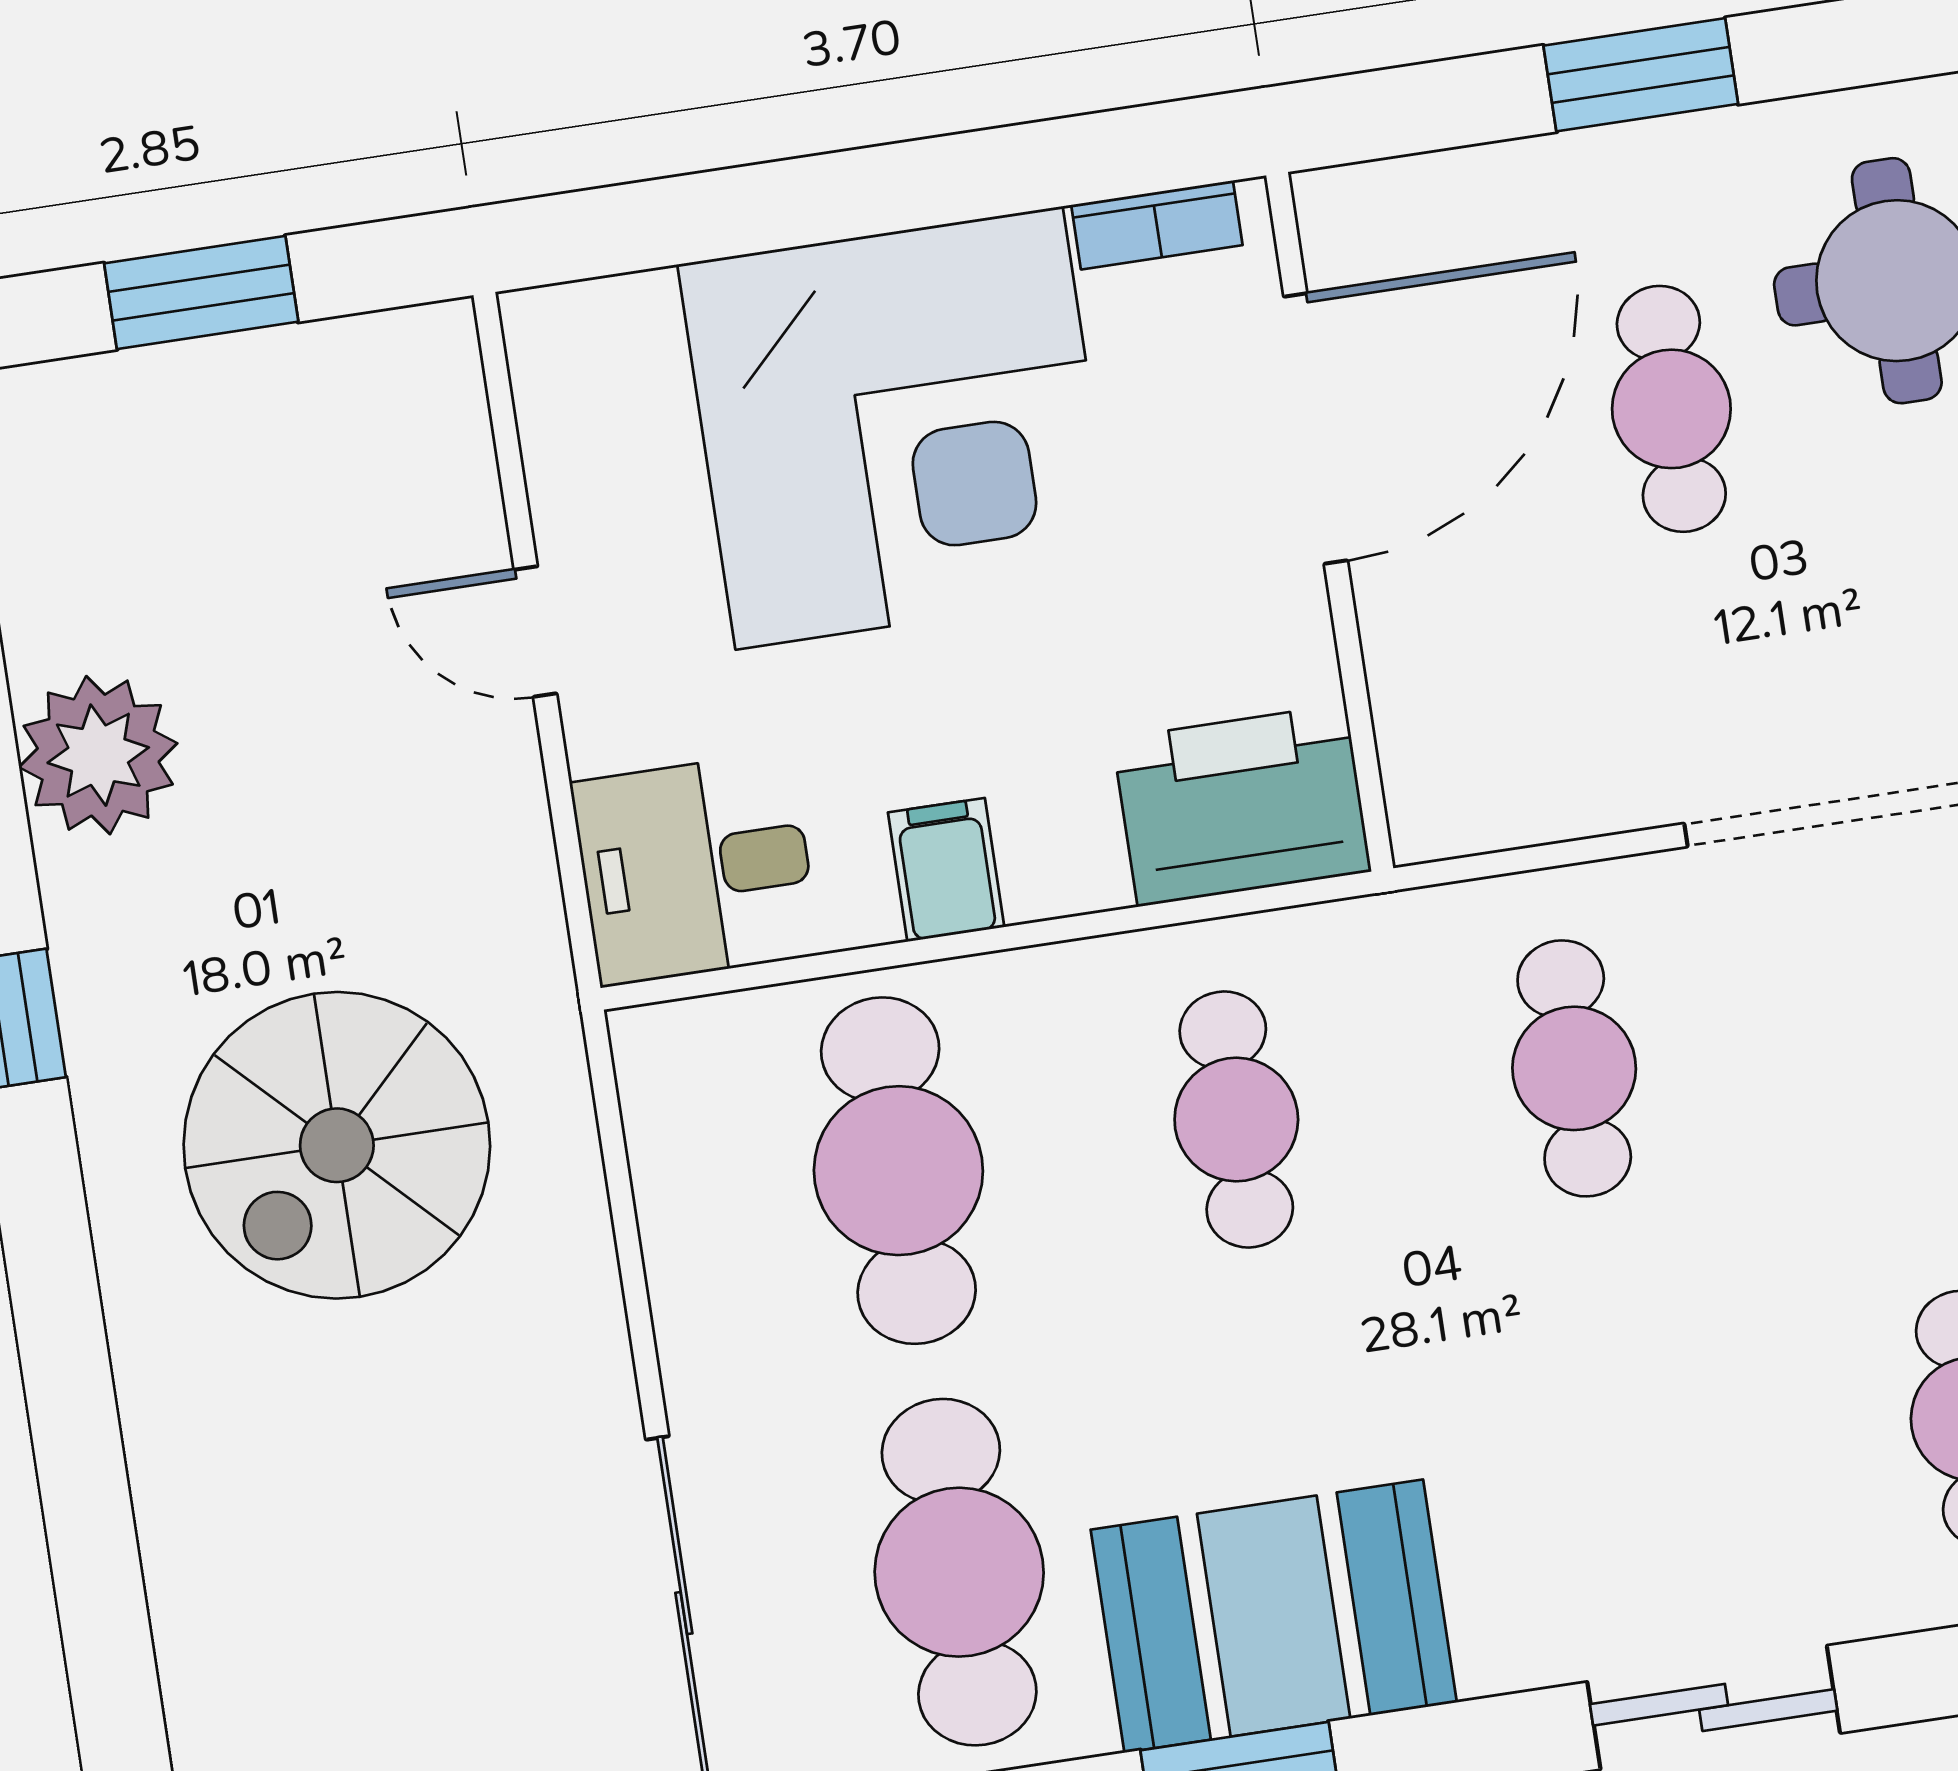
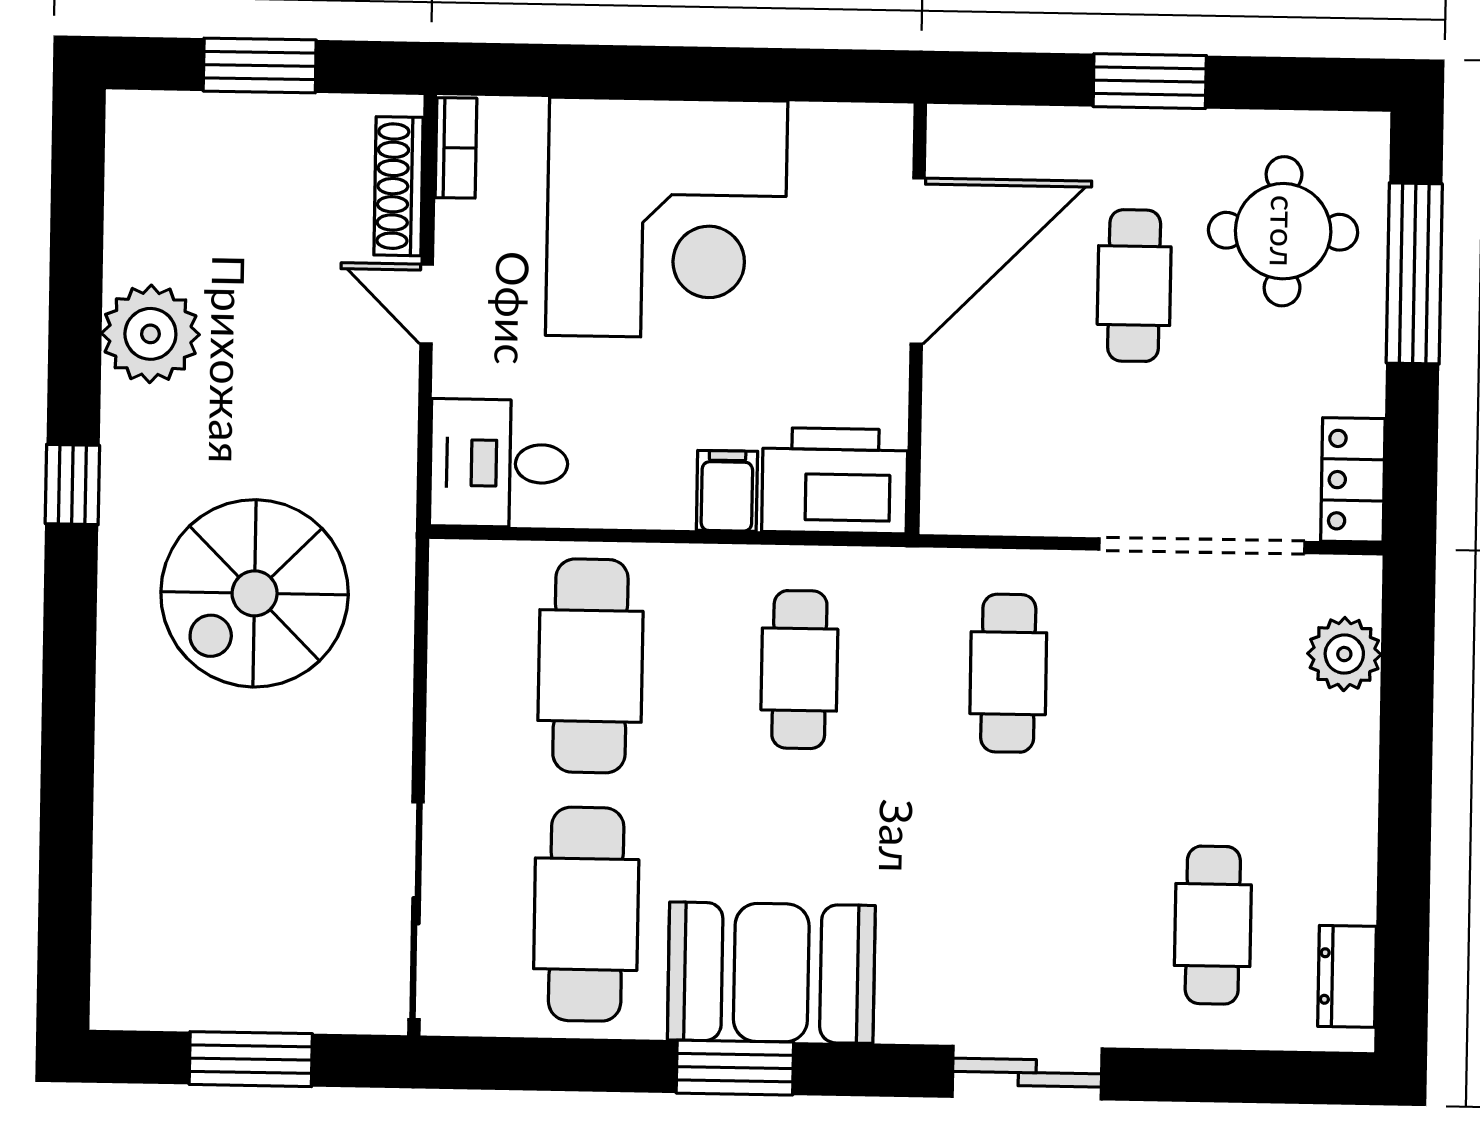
bookcase: (1157, 225) -> (456, 148), moved, turned -90
shoe rack: (458, 449) -> (399, 186), added
filing cabinet: (946, 870) -> (727, 491), moved

